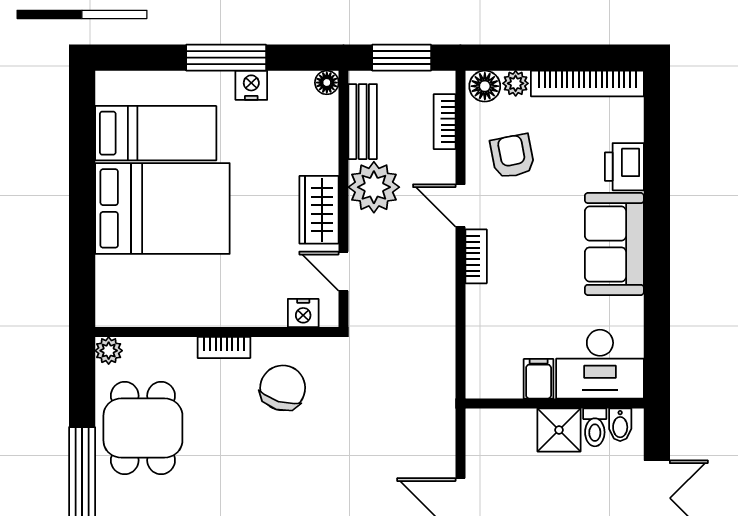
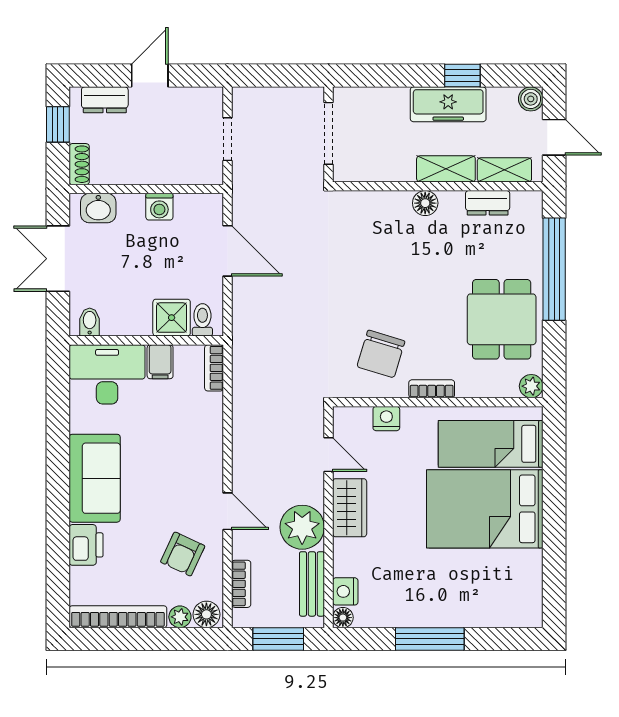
nightstand: (251, 85) -> (345, 591), moved, turned 90
bed: (156, 133) -> (491, 444), moved
armchair: (512, 156) -> (183, 554), turned 36
bookcase: (476, 256) -> (214, 368), moved
nightstand: (303, 313) -> (386, 419), moved
toilet: (595, 427) -> (202, 320), moved
shower: (559, 430) -> (172, 318), moved

